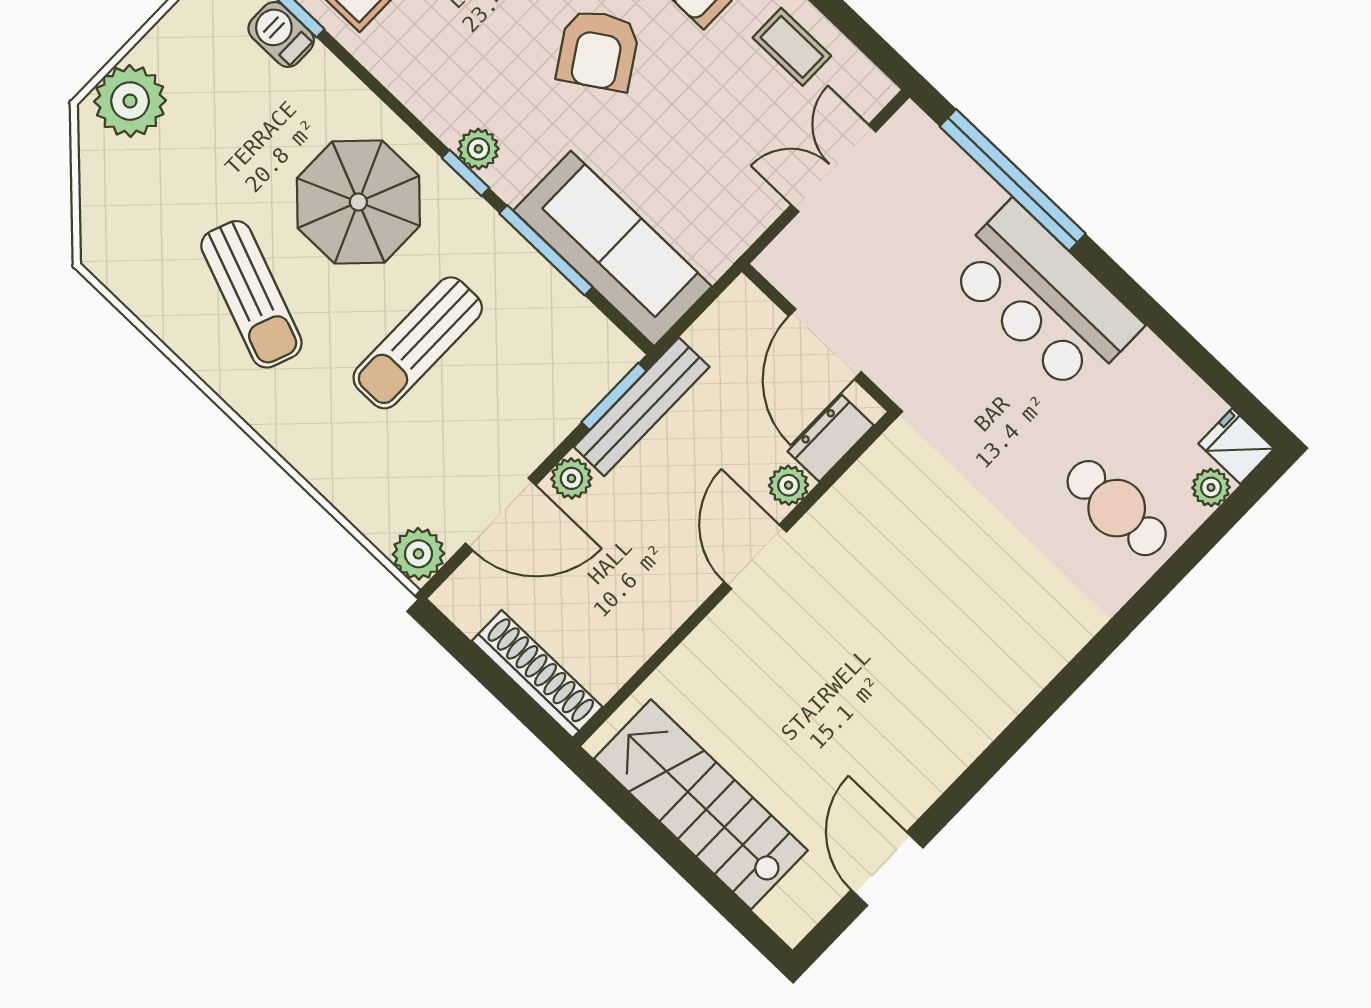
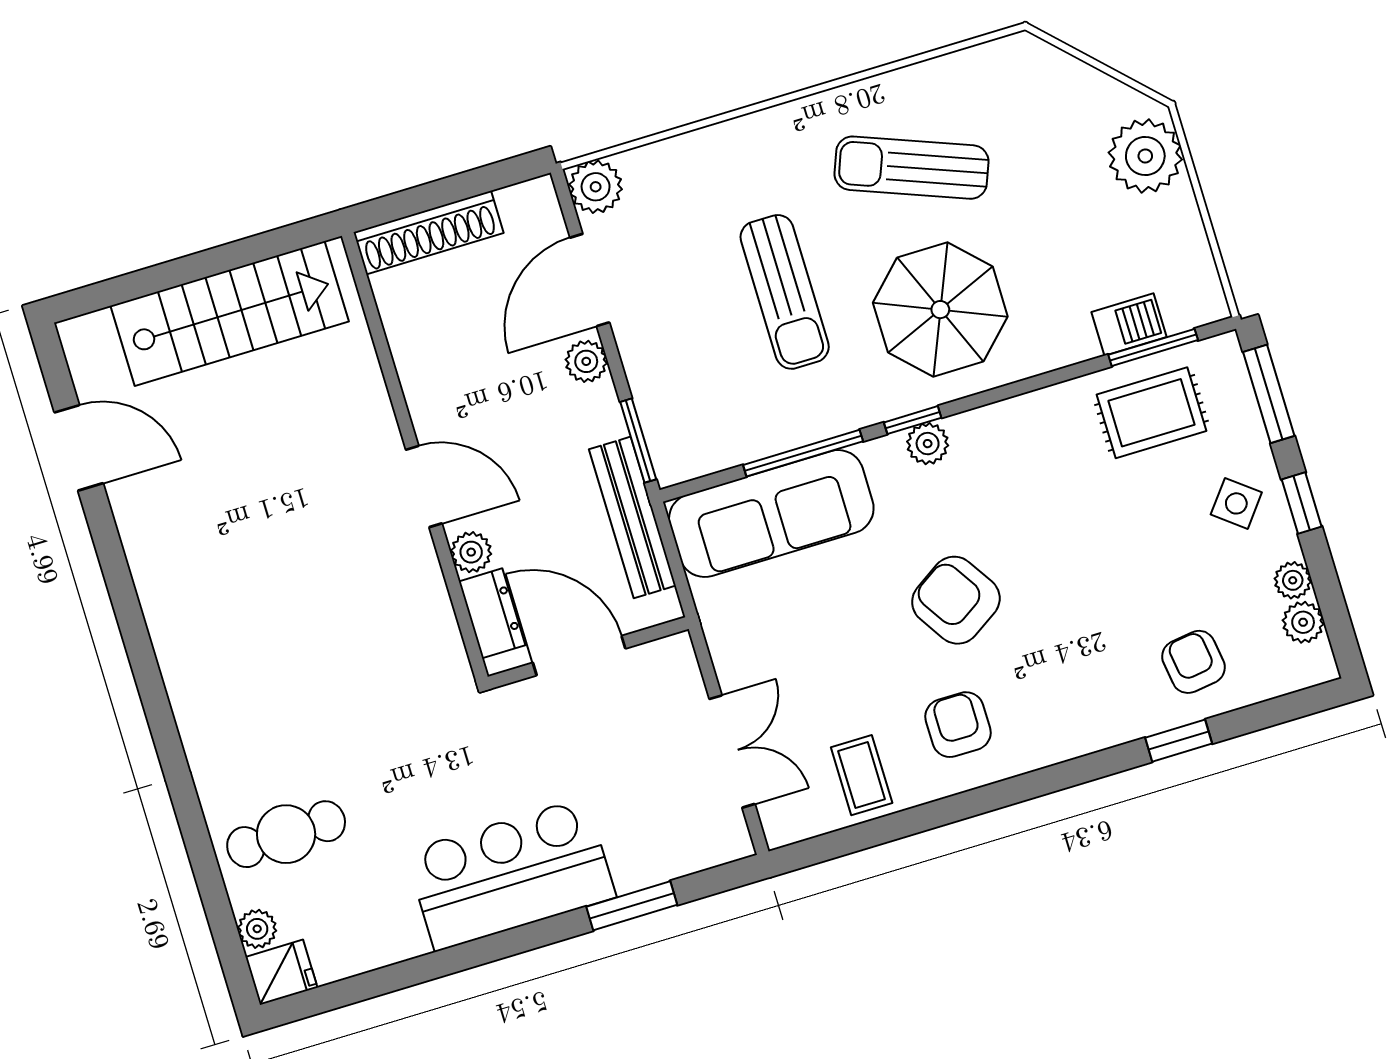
coffee table: (792, 47) -> (862, 775), turned 90
window: (1013, 180) -> (632, 906), width x0.47
sun lounger: (418, 343) -> (785, 292), turned 180
bench: (642, 407) -> (632, 517), moved

